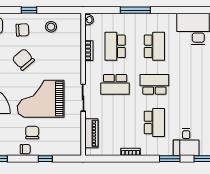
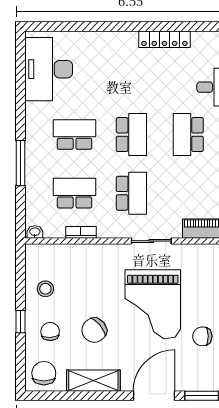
school desk: (115, 46) -> (75, 193), turned 180
school desk: (154, 84) -> (131, 135), turned 180
school desk: (154, 122) -> (188, 135), turned -90
chair: (32, 133) -> (202, 336), moved

